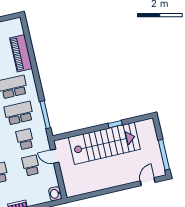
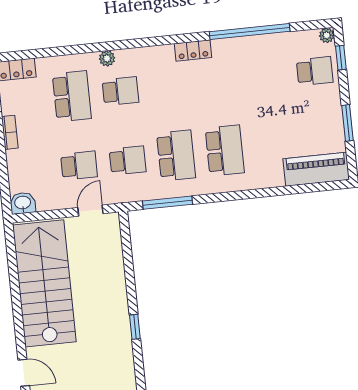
piano: (21, 53) -> (316, 169), moved
stairs: (104, 143) -> (44, 283), moved, turned 180

